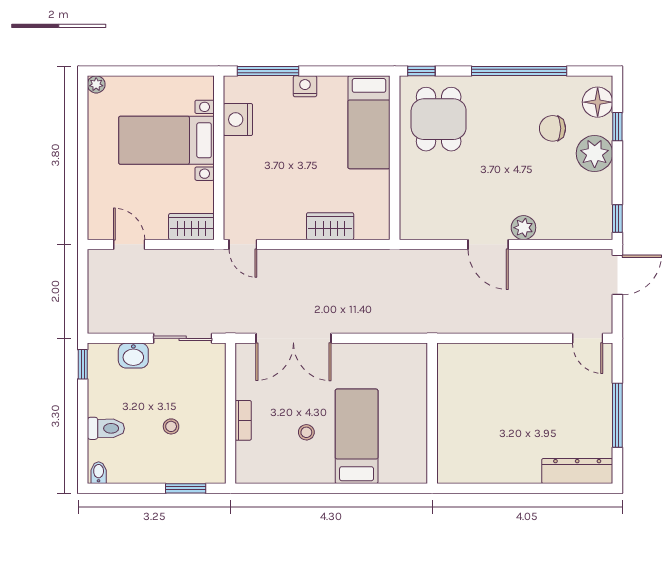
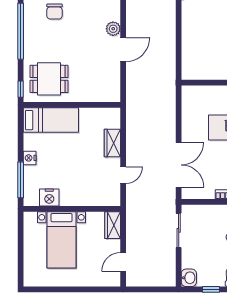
plant: (96, 84) -> (28, 281), removed
door: (243, 244) -> (123, 175), moved
washbasin: (133, 356) -> (189, 278), moved
window: (83, 364) -> (211, 289), moved

